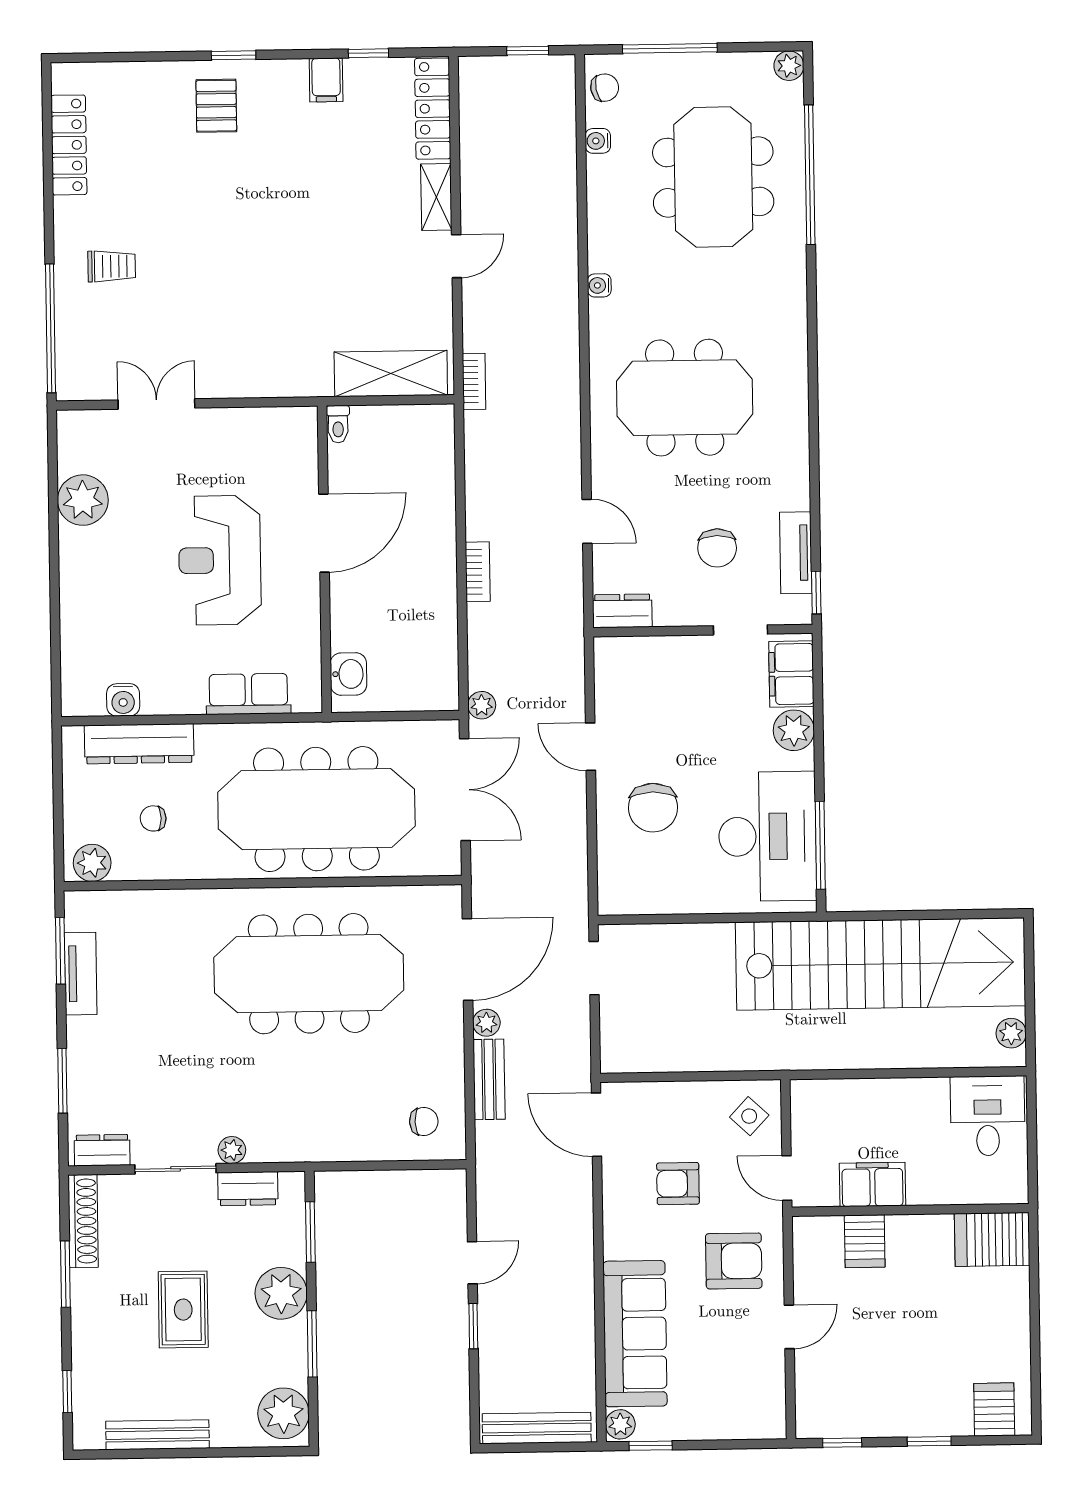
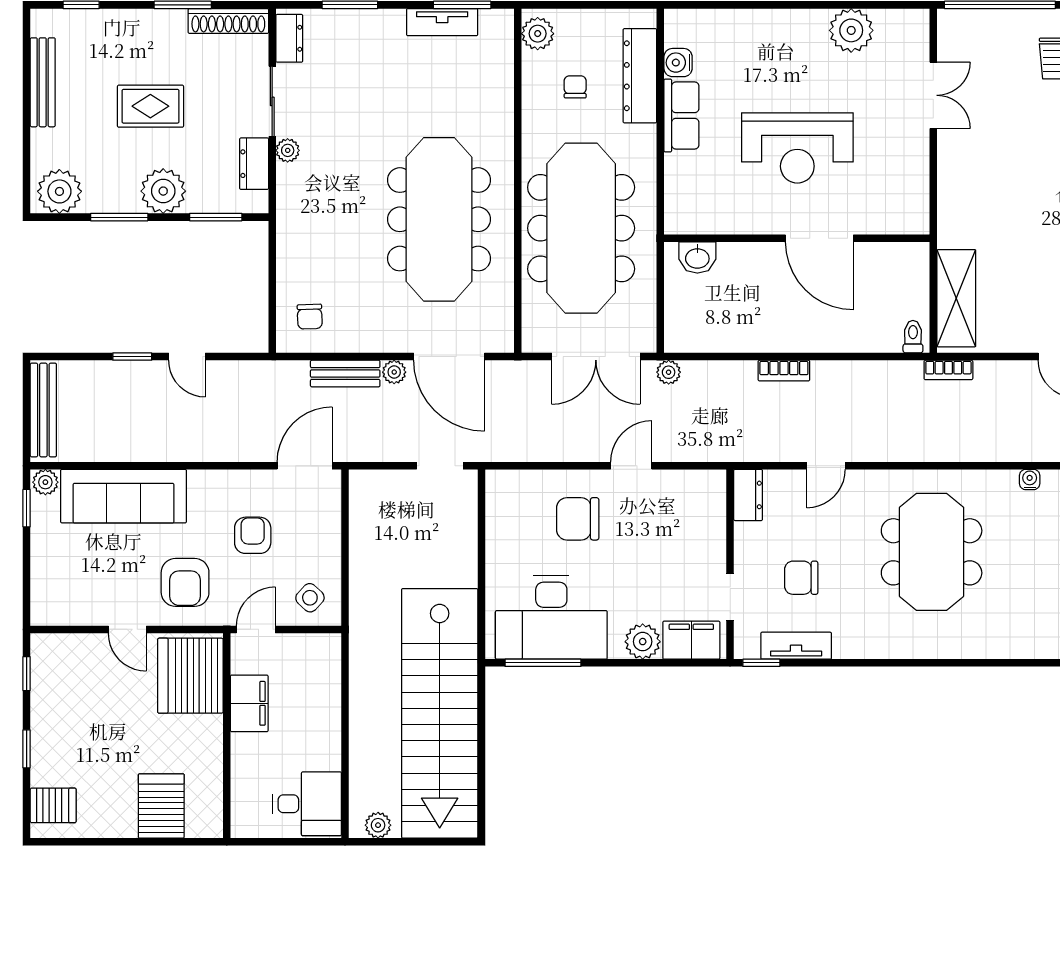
toilet: (338, 424) -> (913, 337), moved, turned 90
reception desk: (220, 560) -> (797, 148), turned 180
row of seats: (248, 694) -> (681, 115), moved
server rack: (992, 1239) -> (161, 806), moved
server rack: (865, 1241) -> (190, 676), width x2.18, depth x1.44

